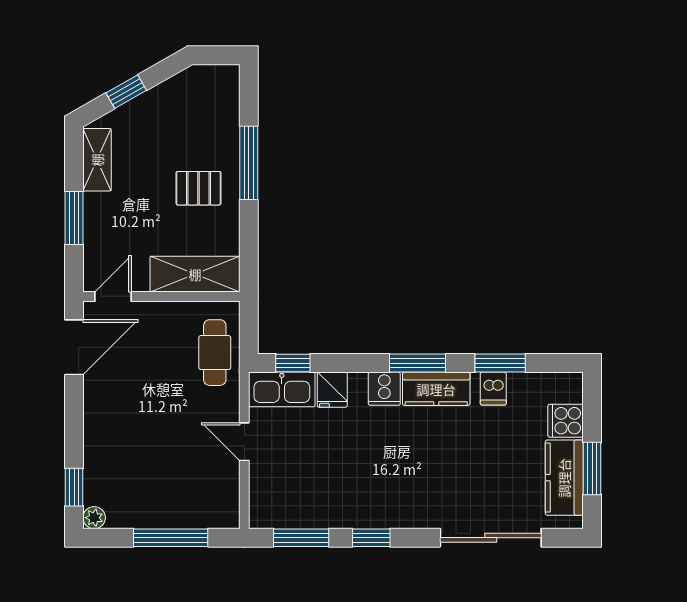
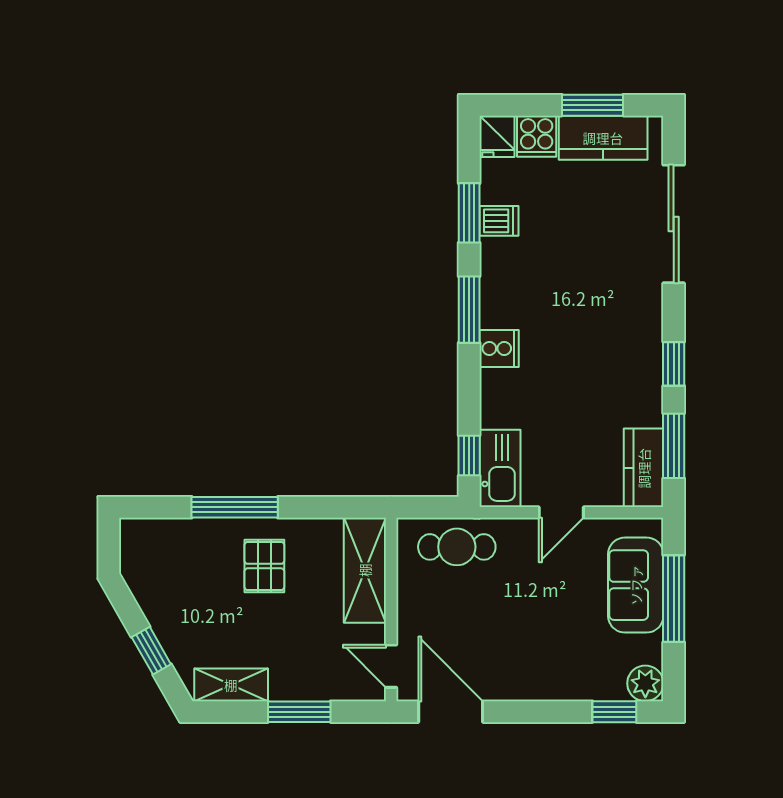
kitchen counter: (436, 389) -> (644, 468), moved, turned 180
fridge: (332, 390) -> (497, 136), moved, turned 90
sofa: (182, 505) -> (636, 585), added
plant: (94, 518) -> (645, 683), width x1.38, depth x1.38

